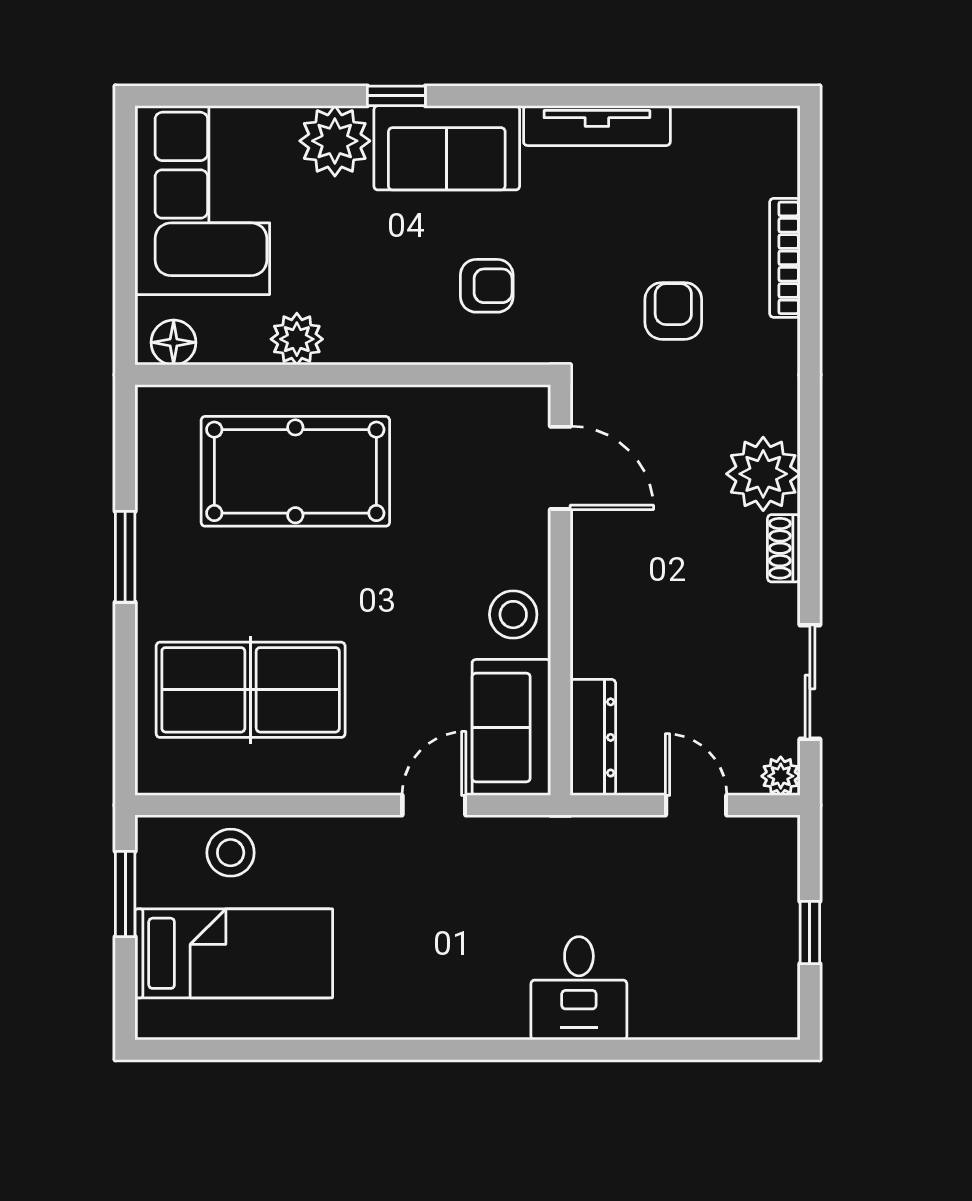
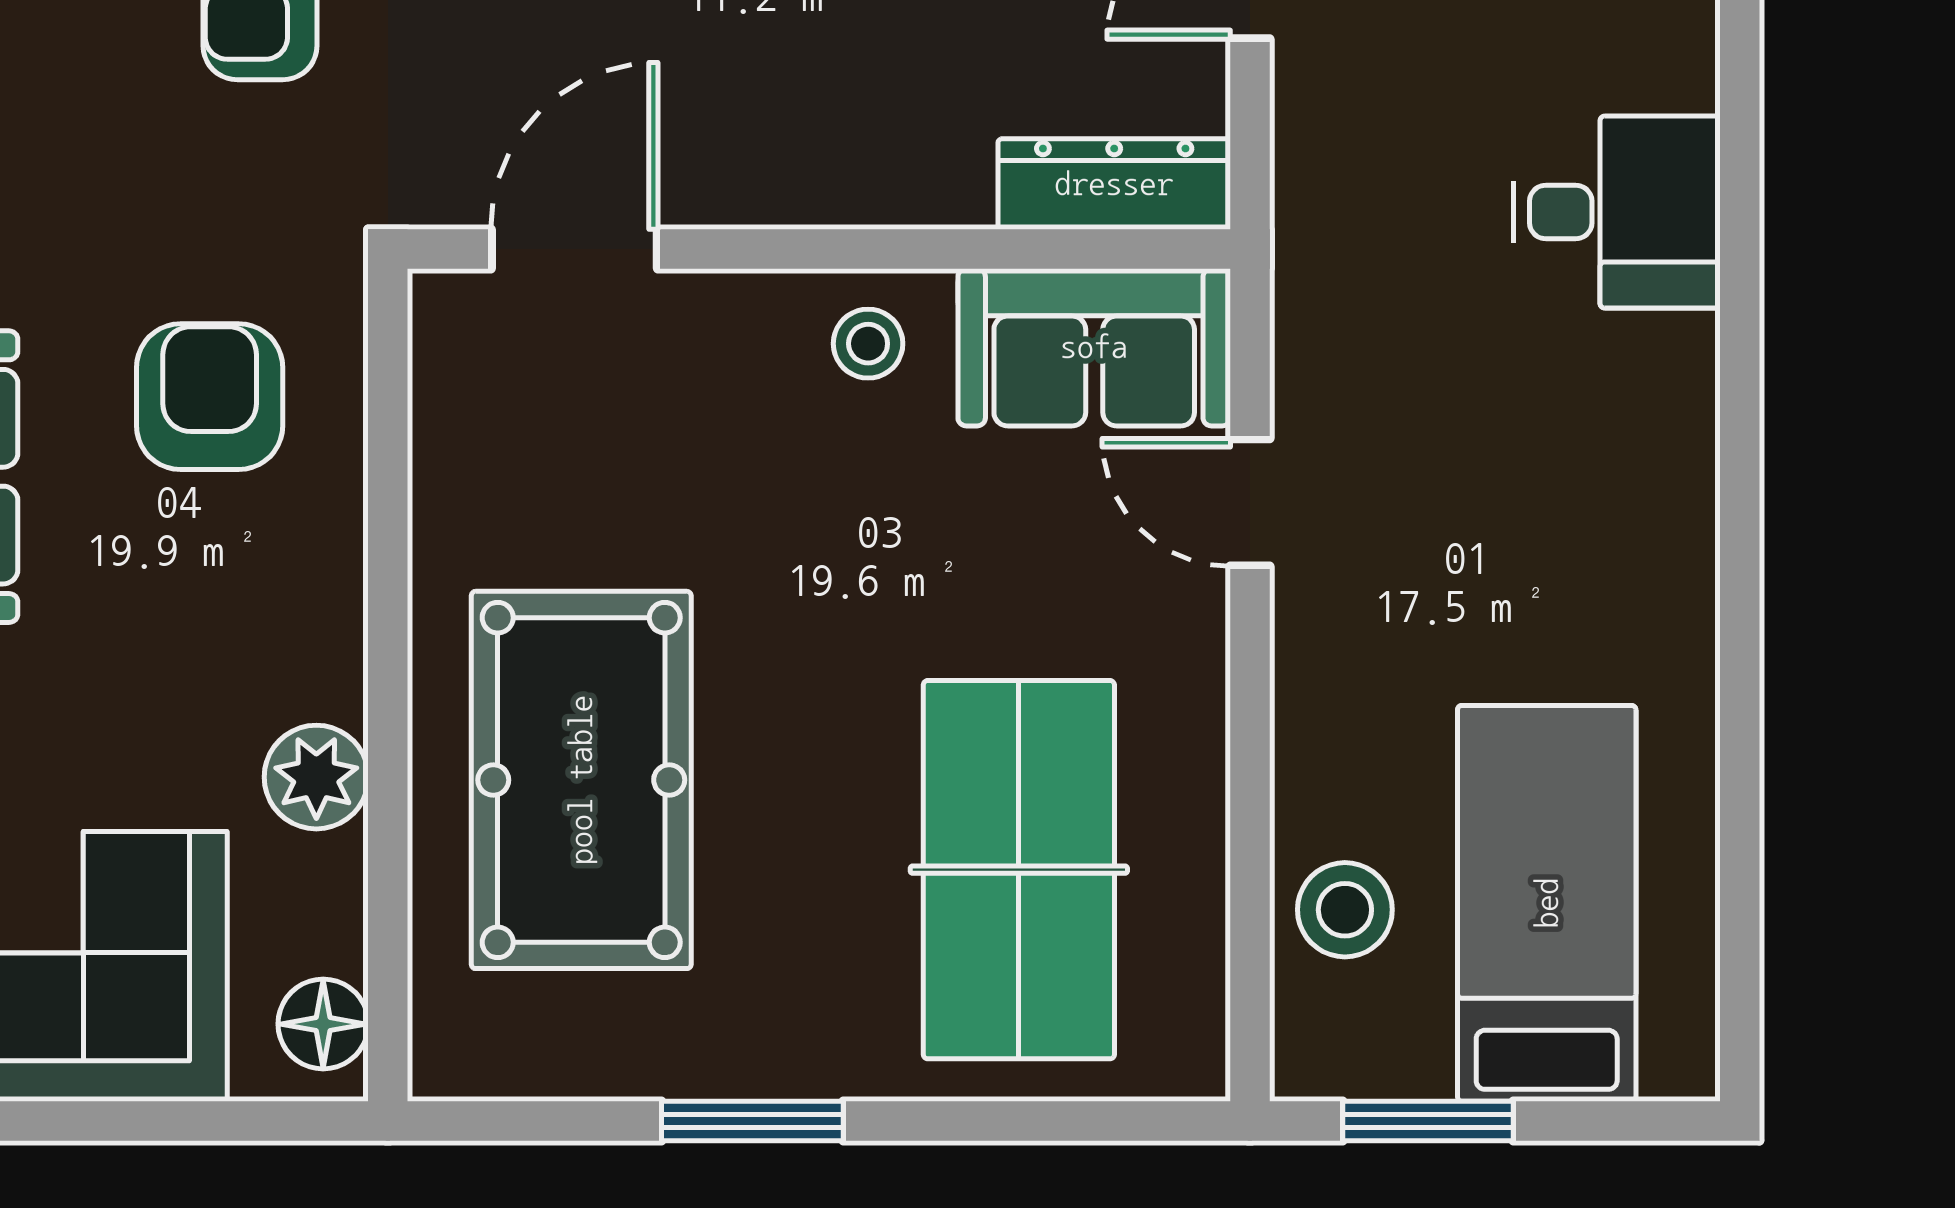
armchair: (487, 286) -> (210, 397), width x1.38, depth x1.38
stool: (513, 615) -> (868, 344), width x0.73, depth x0.73

